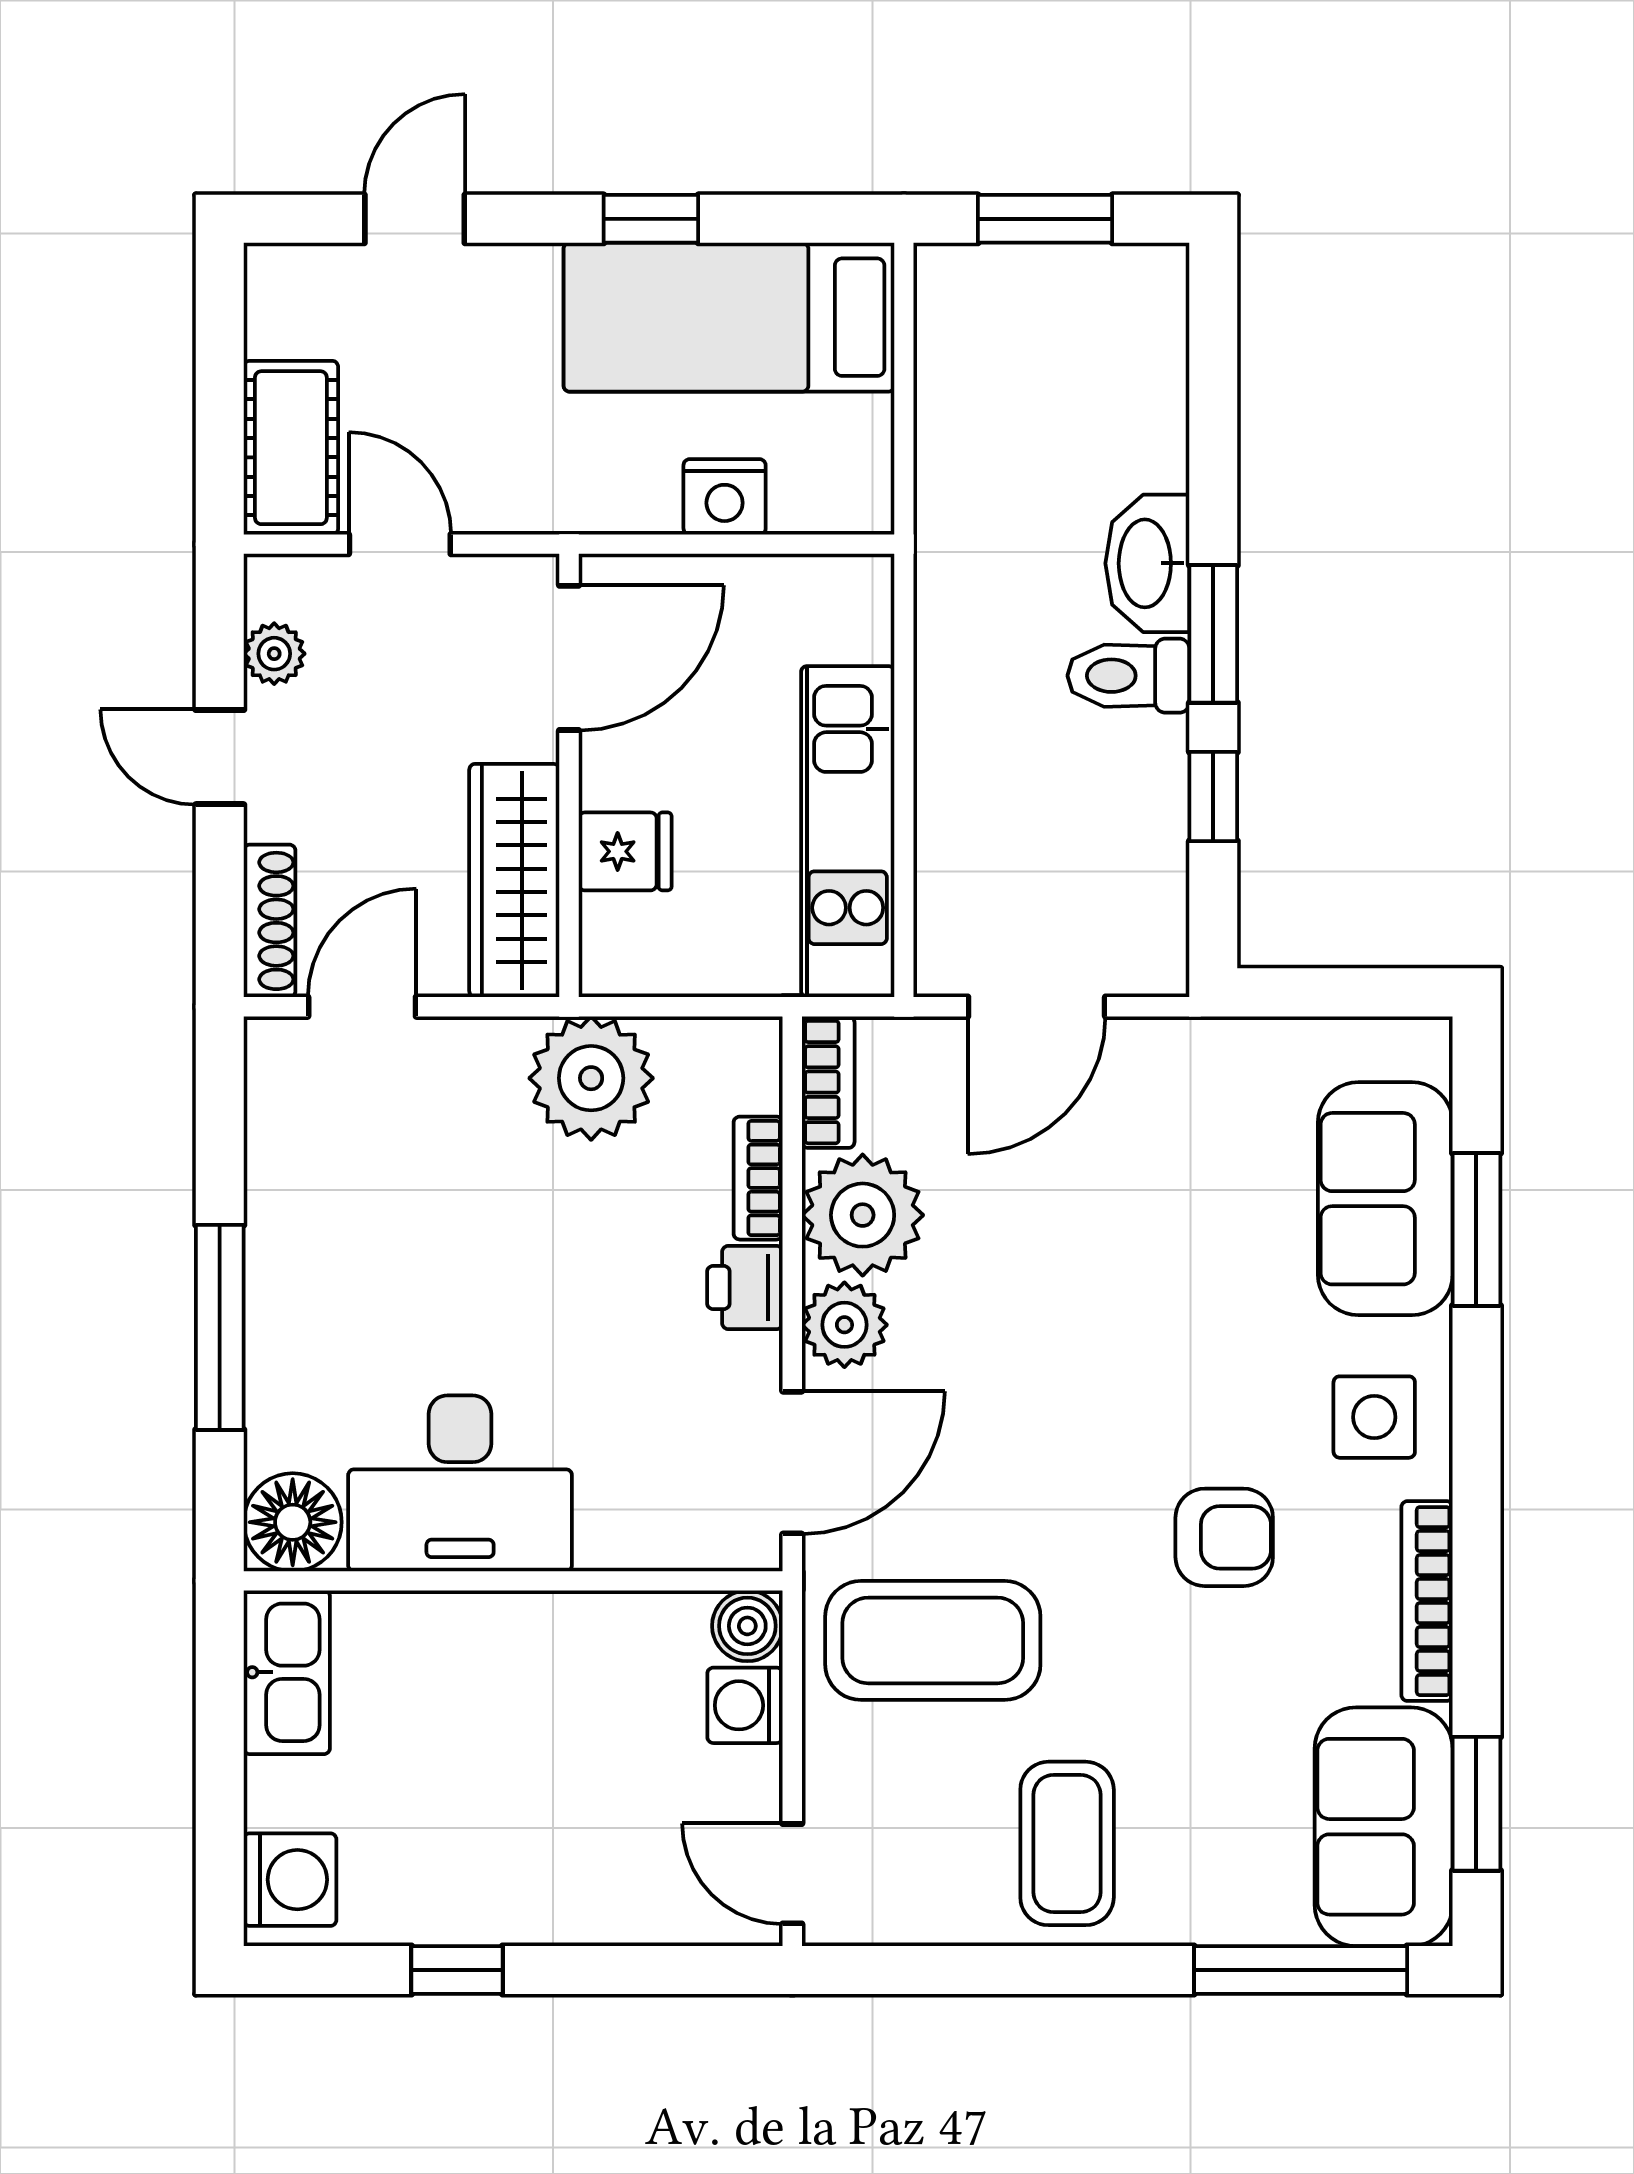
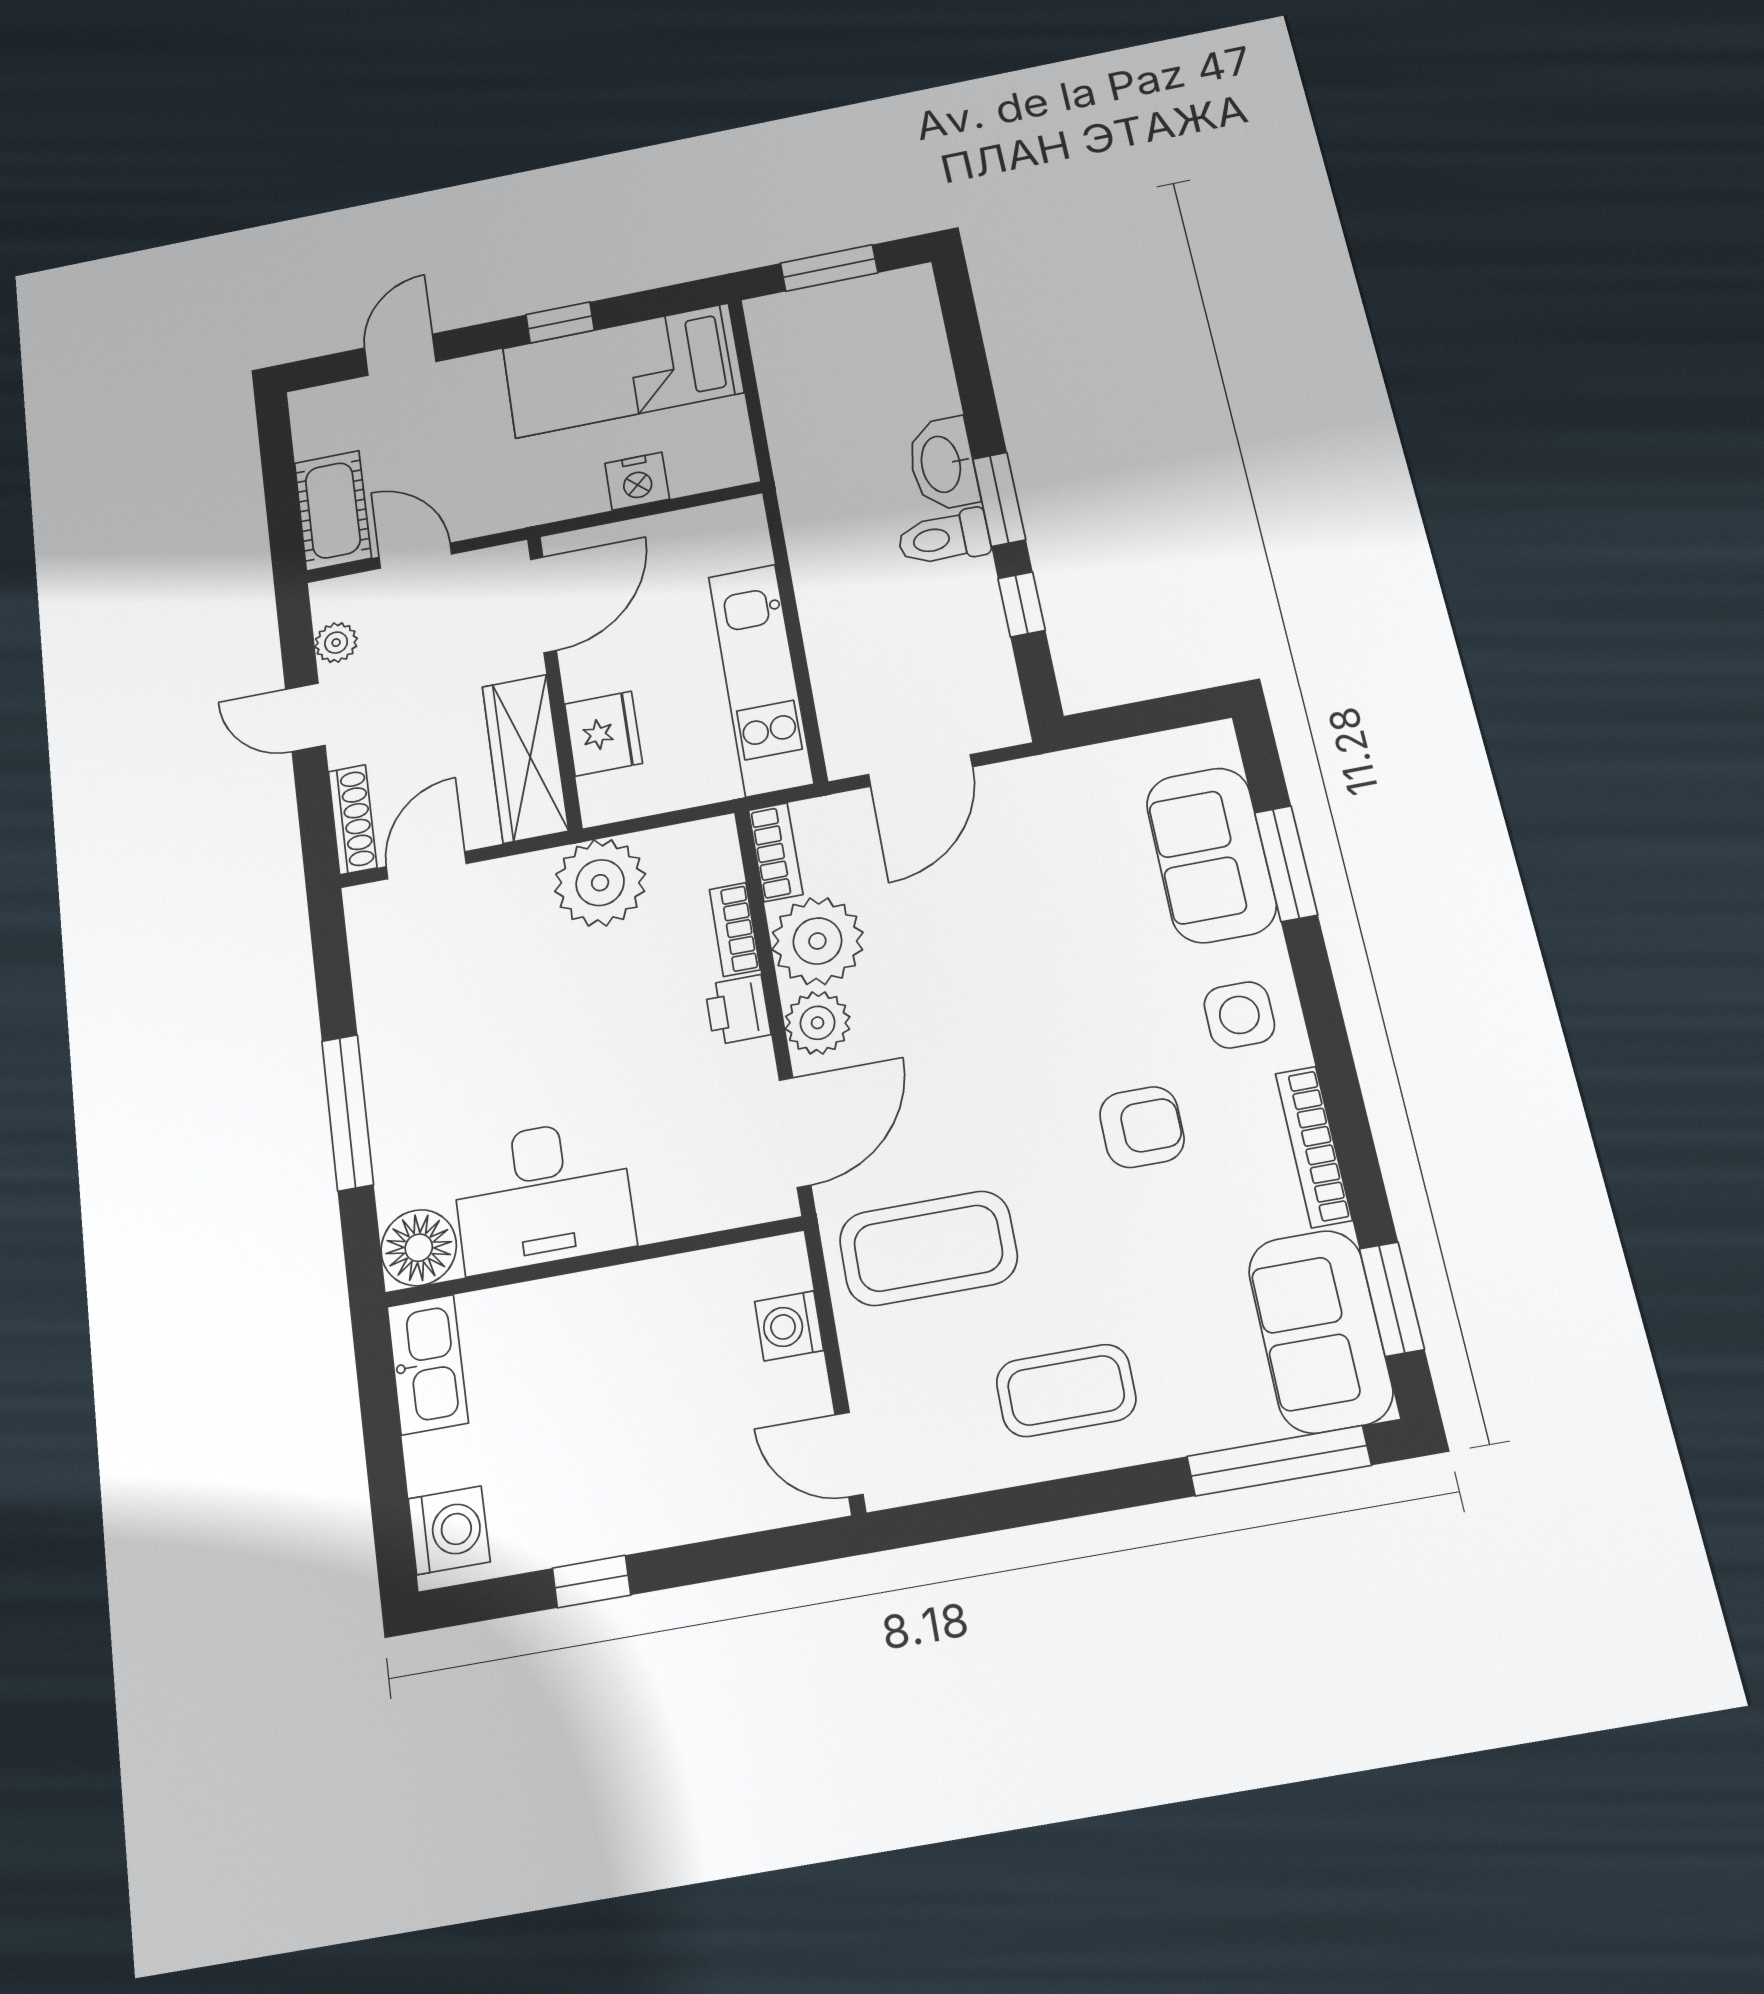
fridge: (625, 851) -> (603, 734), width x1.38
boiler: (747, 1626) -> (781, 1263), removed
coffee table: (1067, 1843) -> (1066, 1390), turned 90

